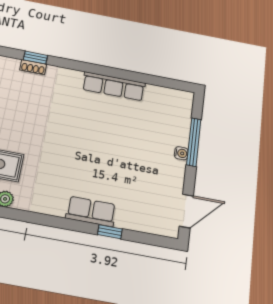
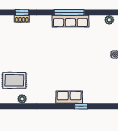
window: (114, 73) -> (69, 12), added
plant: (178, 97) -> (109, 20), added

